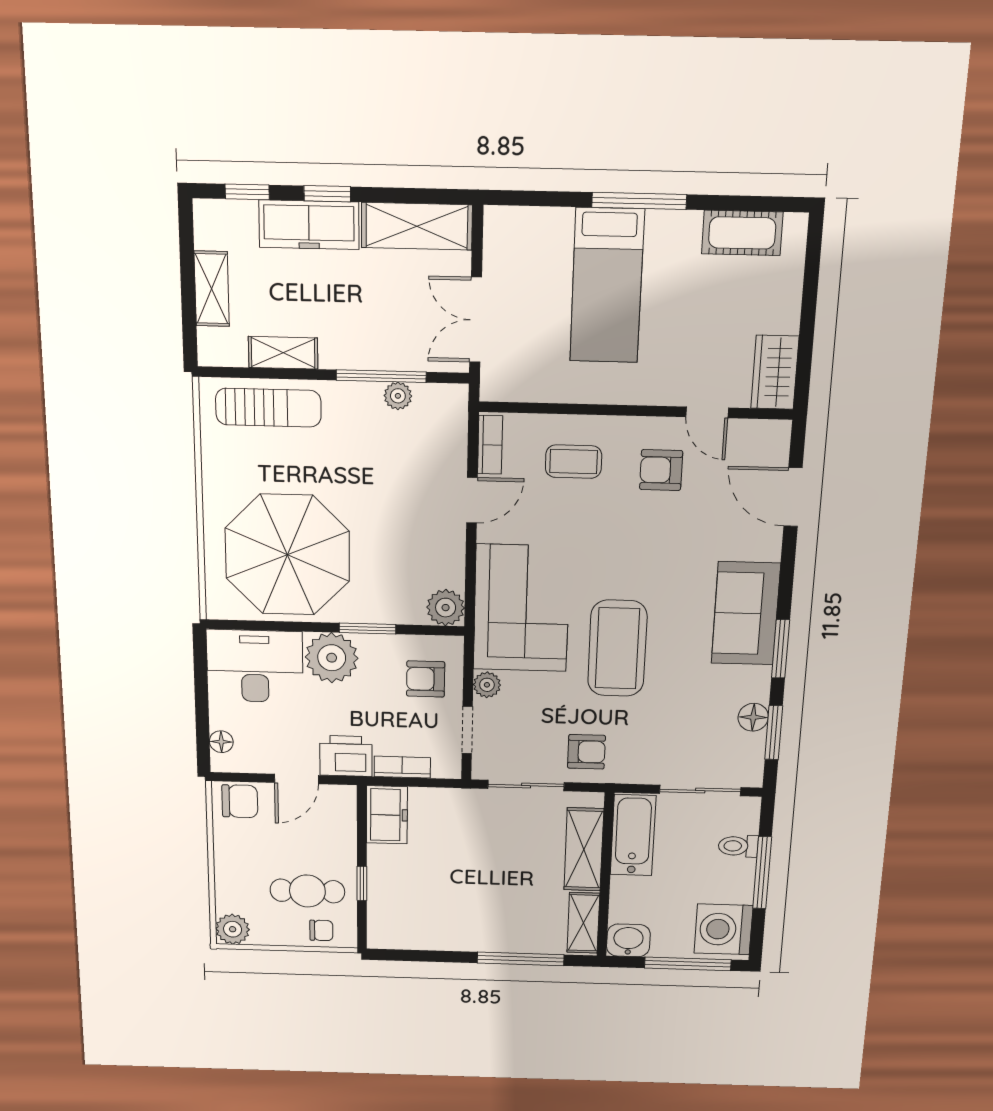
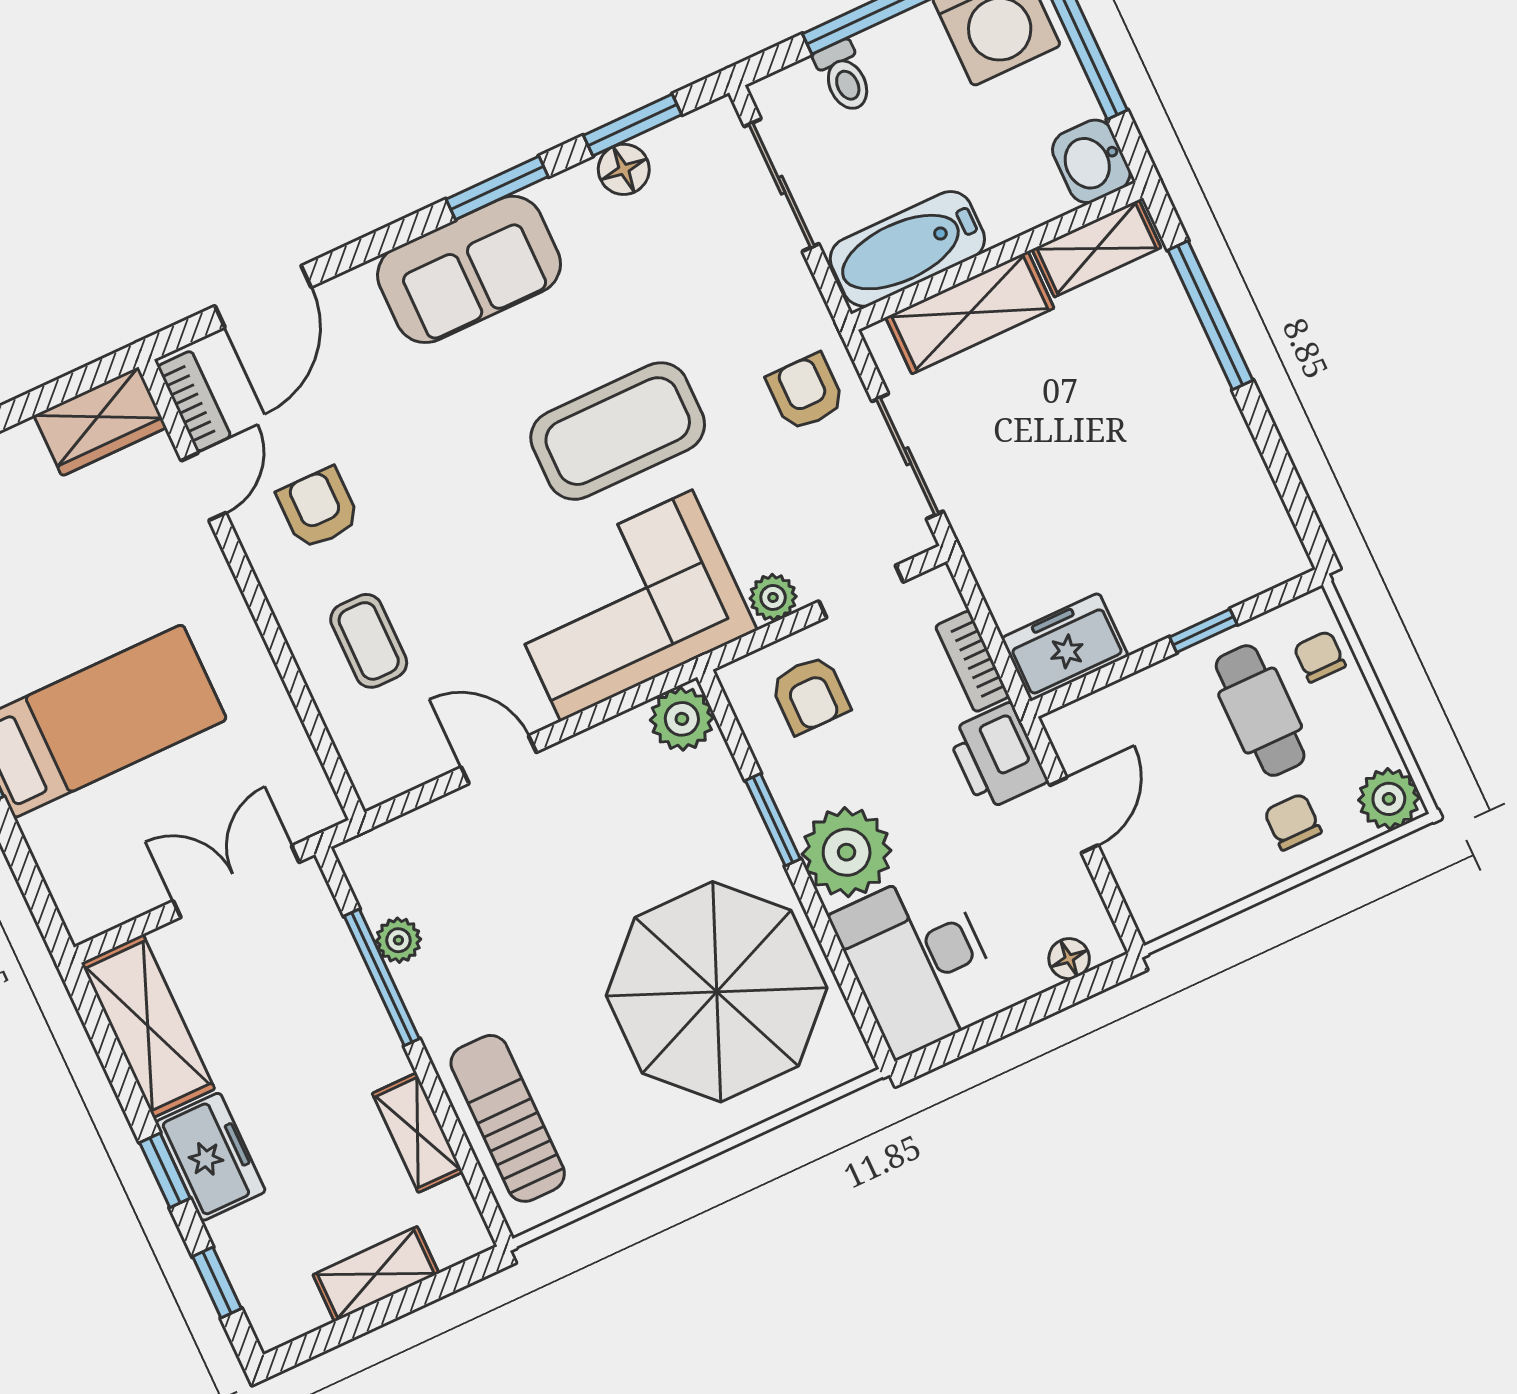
freezer: (309, 225) -> (211, 1157), width x0.71
double door: (476, 320) -> (236, 882), swing flipped
bookcase: (490, 445) -> (194, 401), moved, turned 90
armchair: (661, 470) -> (318, 508), turned 180
door: (296, 779) -> (1074, 815), hinge flipped
chair: (240, 801) -> (1293, 822), moved, width x0.73, depth x0.73

